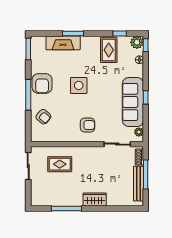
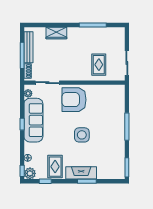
fireplace: (63, 43) -> (81, 173), moved
armchair: (42, 83) -> (115, 137), removed
armchair: (43, 117) -> (113, 107), removed
armchair: (87, 125) -> (74, 100), width x1.88, depth x1.88
rug: (60, 164) -> (99, 65), turned 90
wardrobe: (95, 200) -> (56, 33), moved

